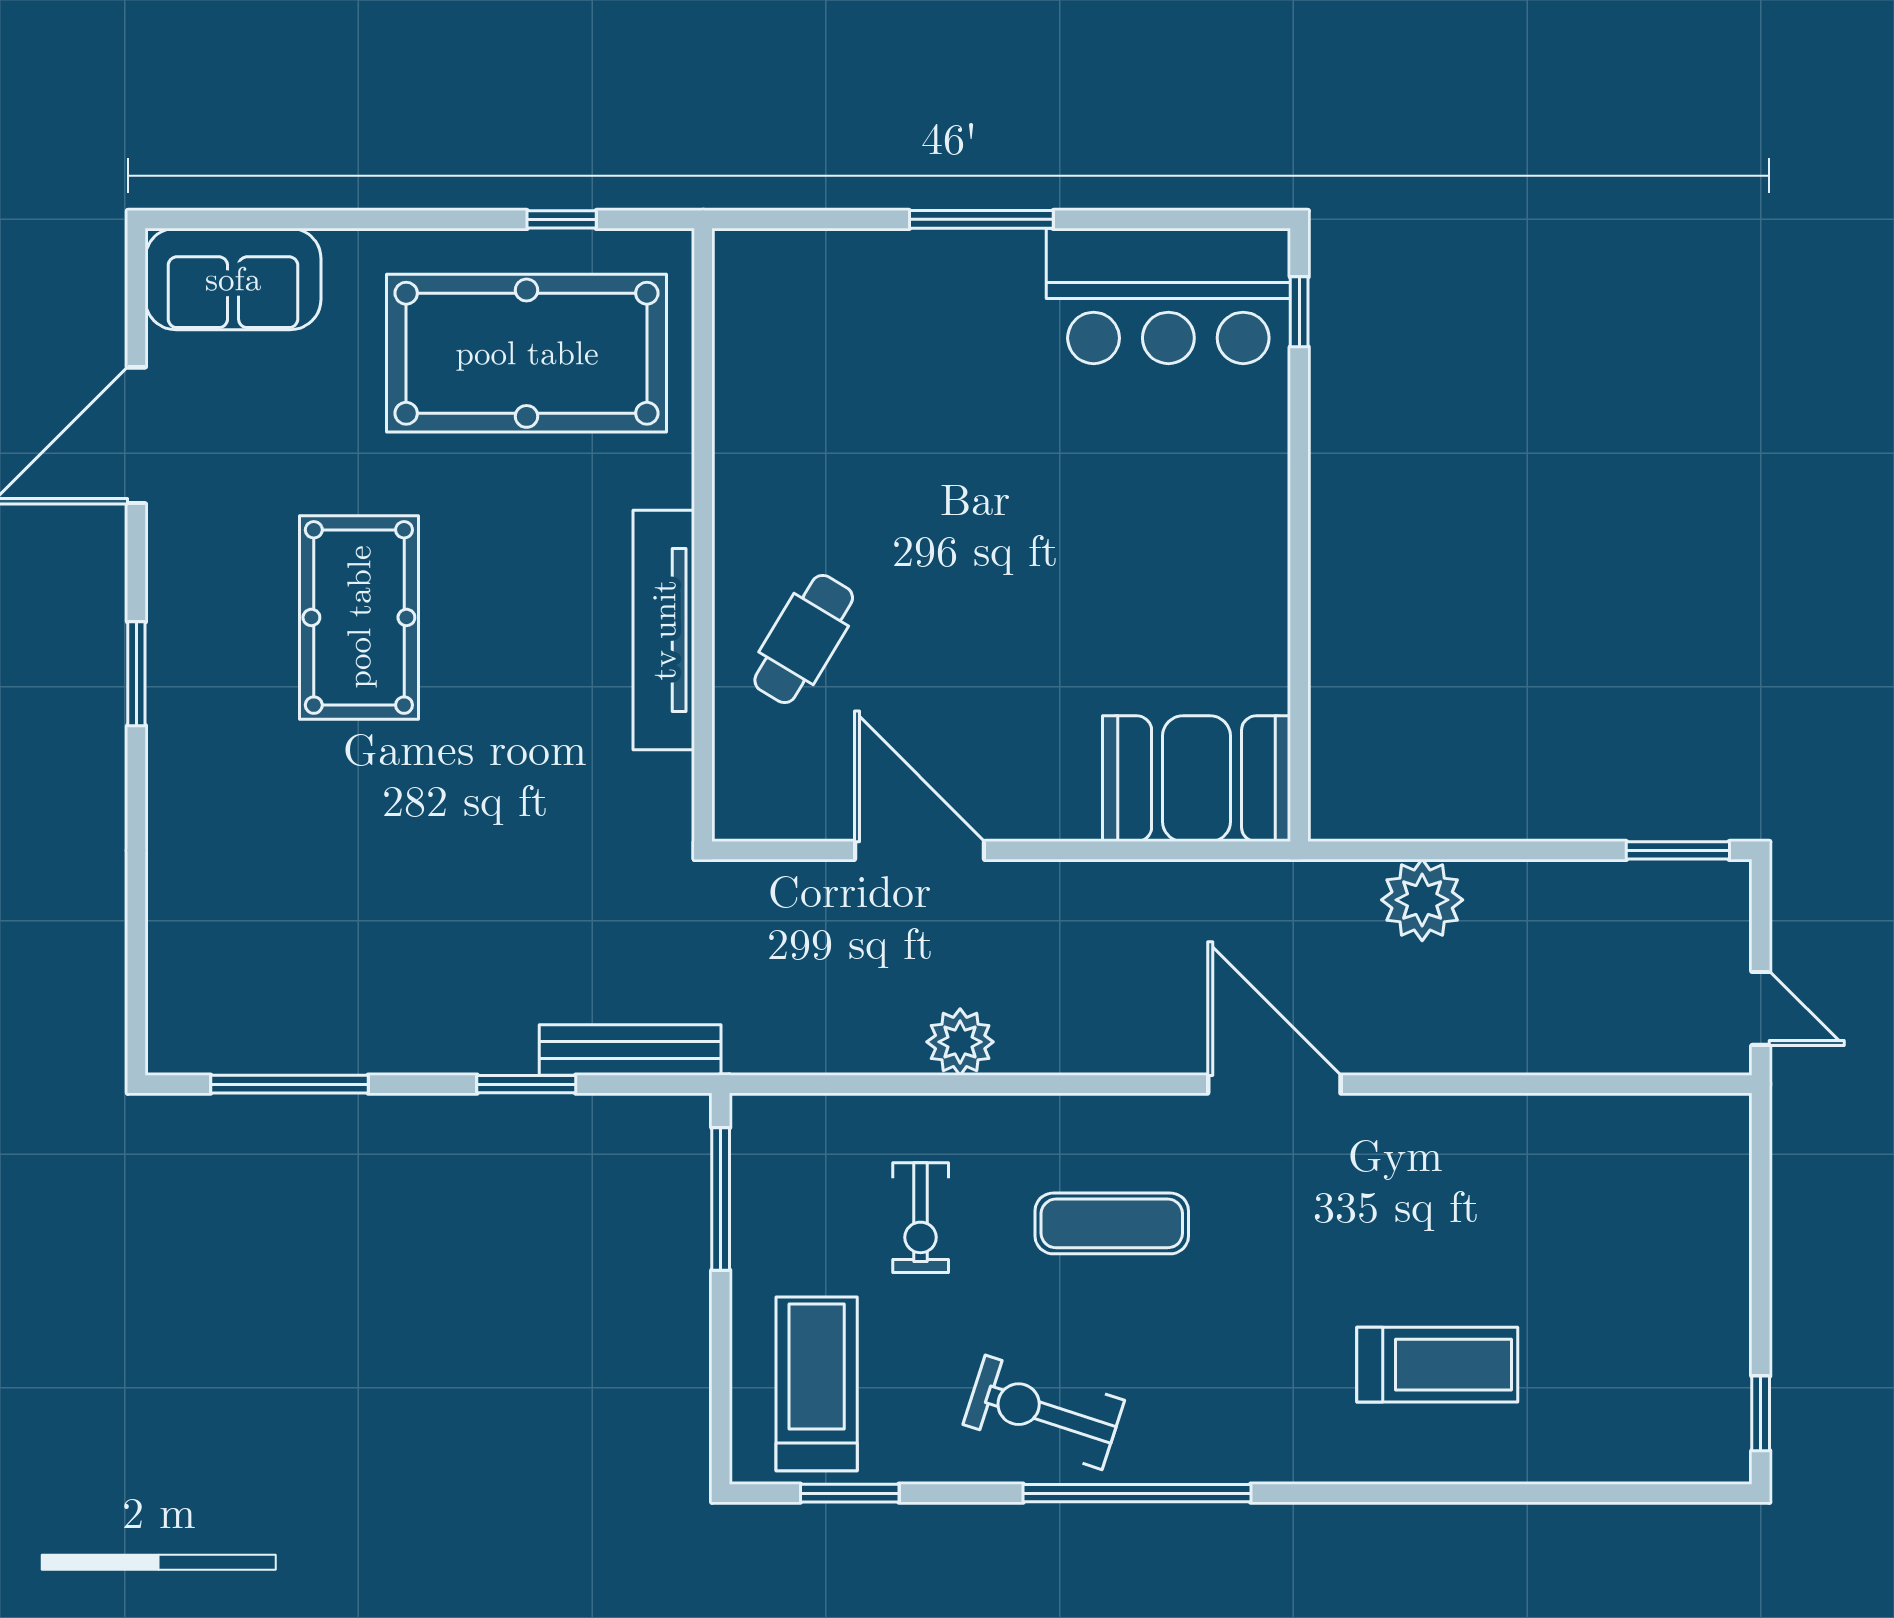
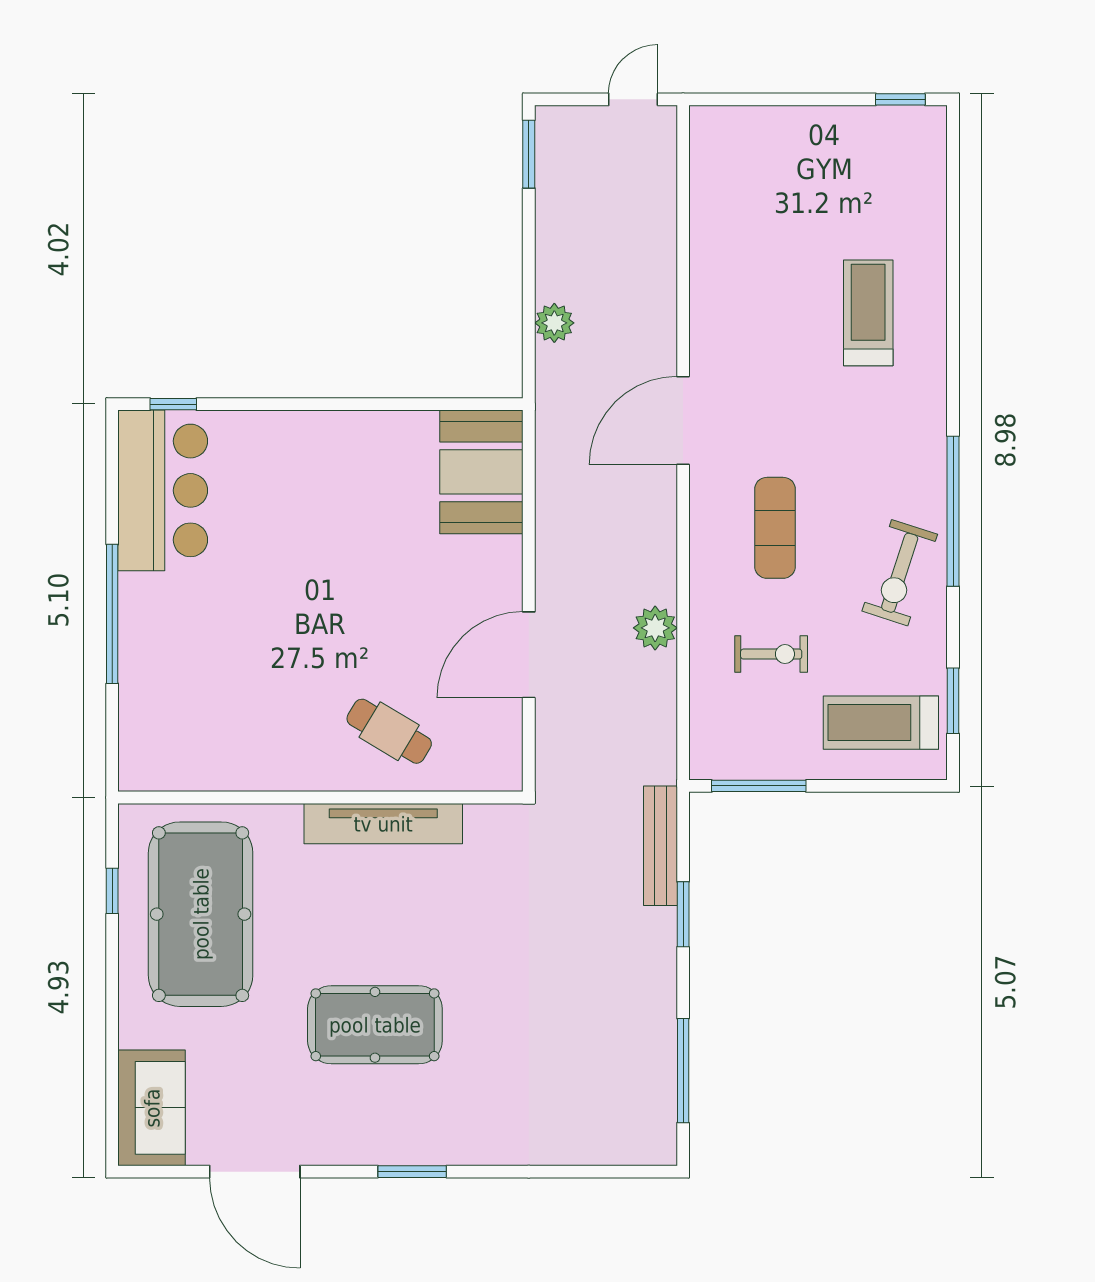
window: (981, 219) -> (112, 614), width x1.46
plant: (1422, 900) -> (554, 323), width x0.73, depth x0.73

